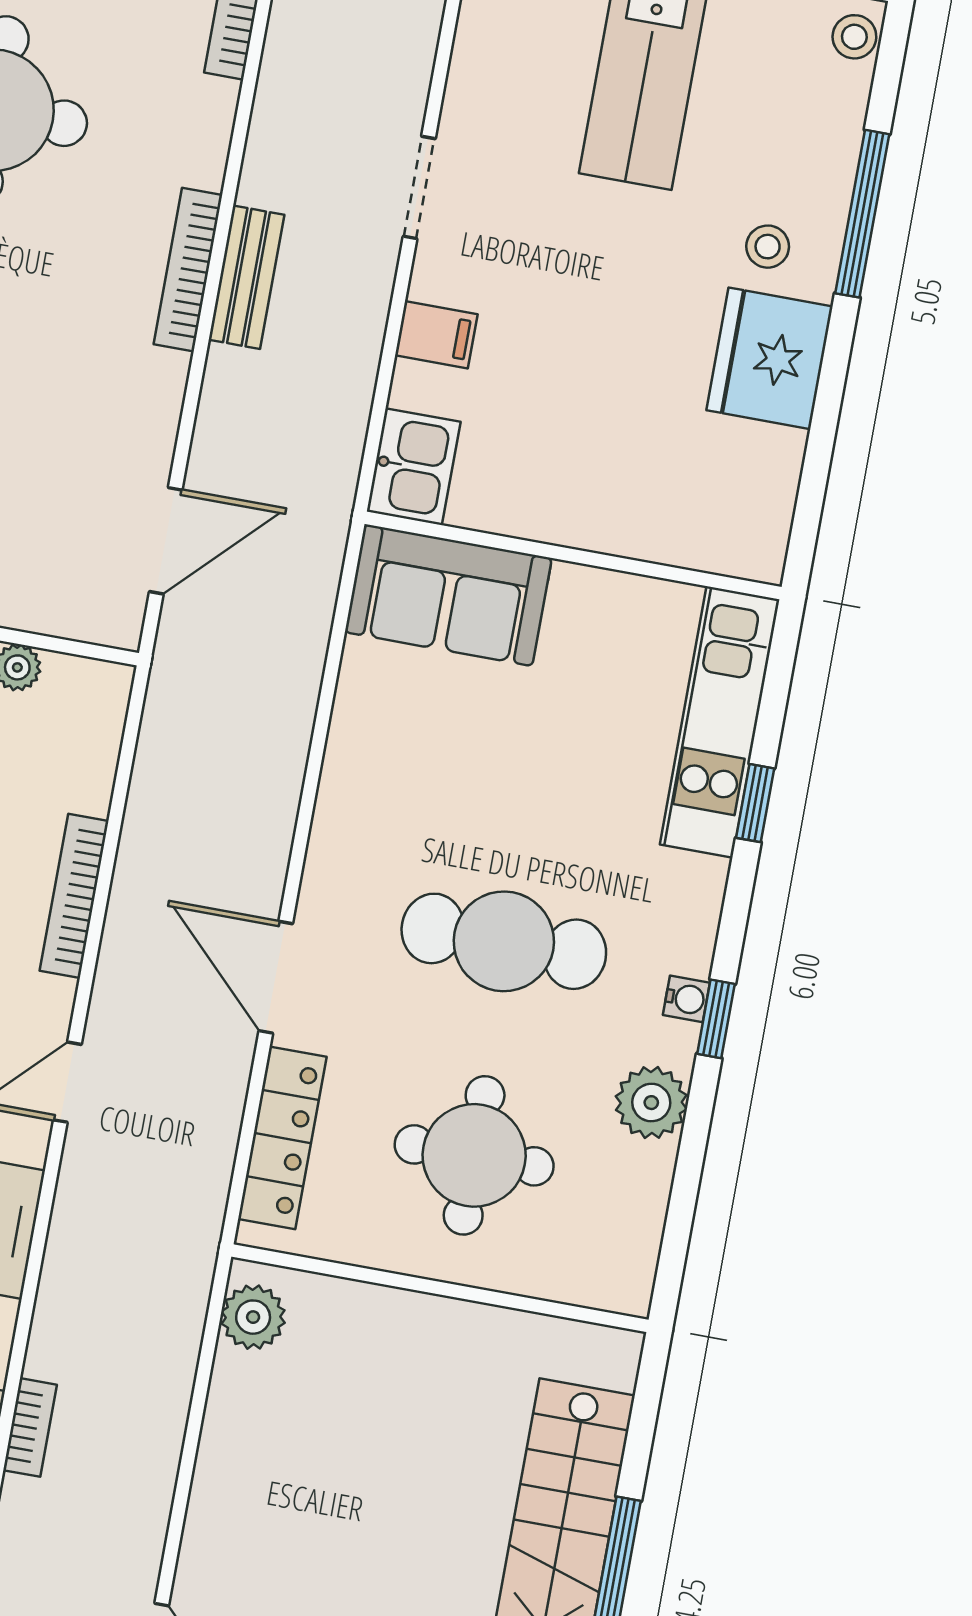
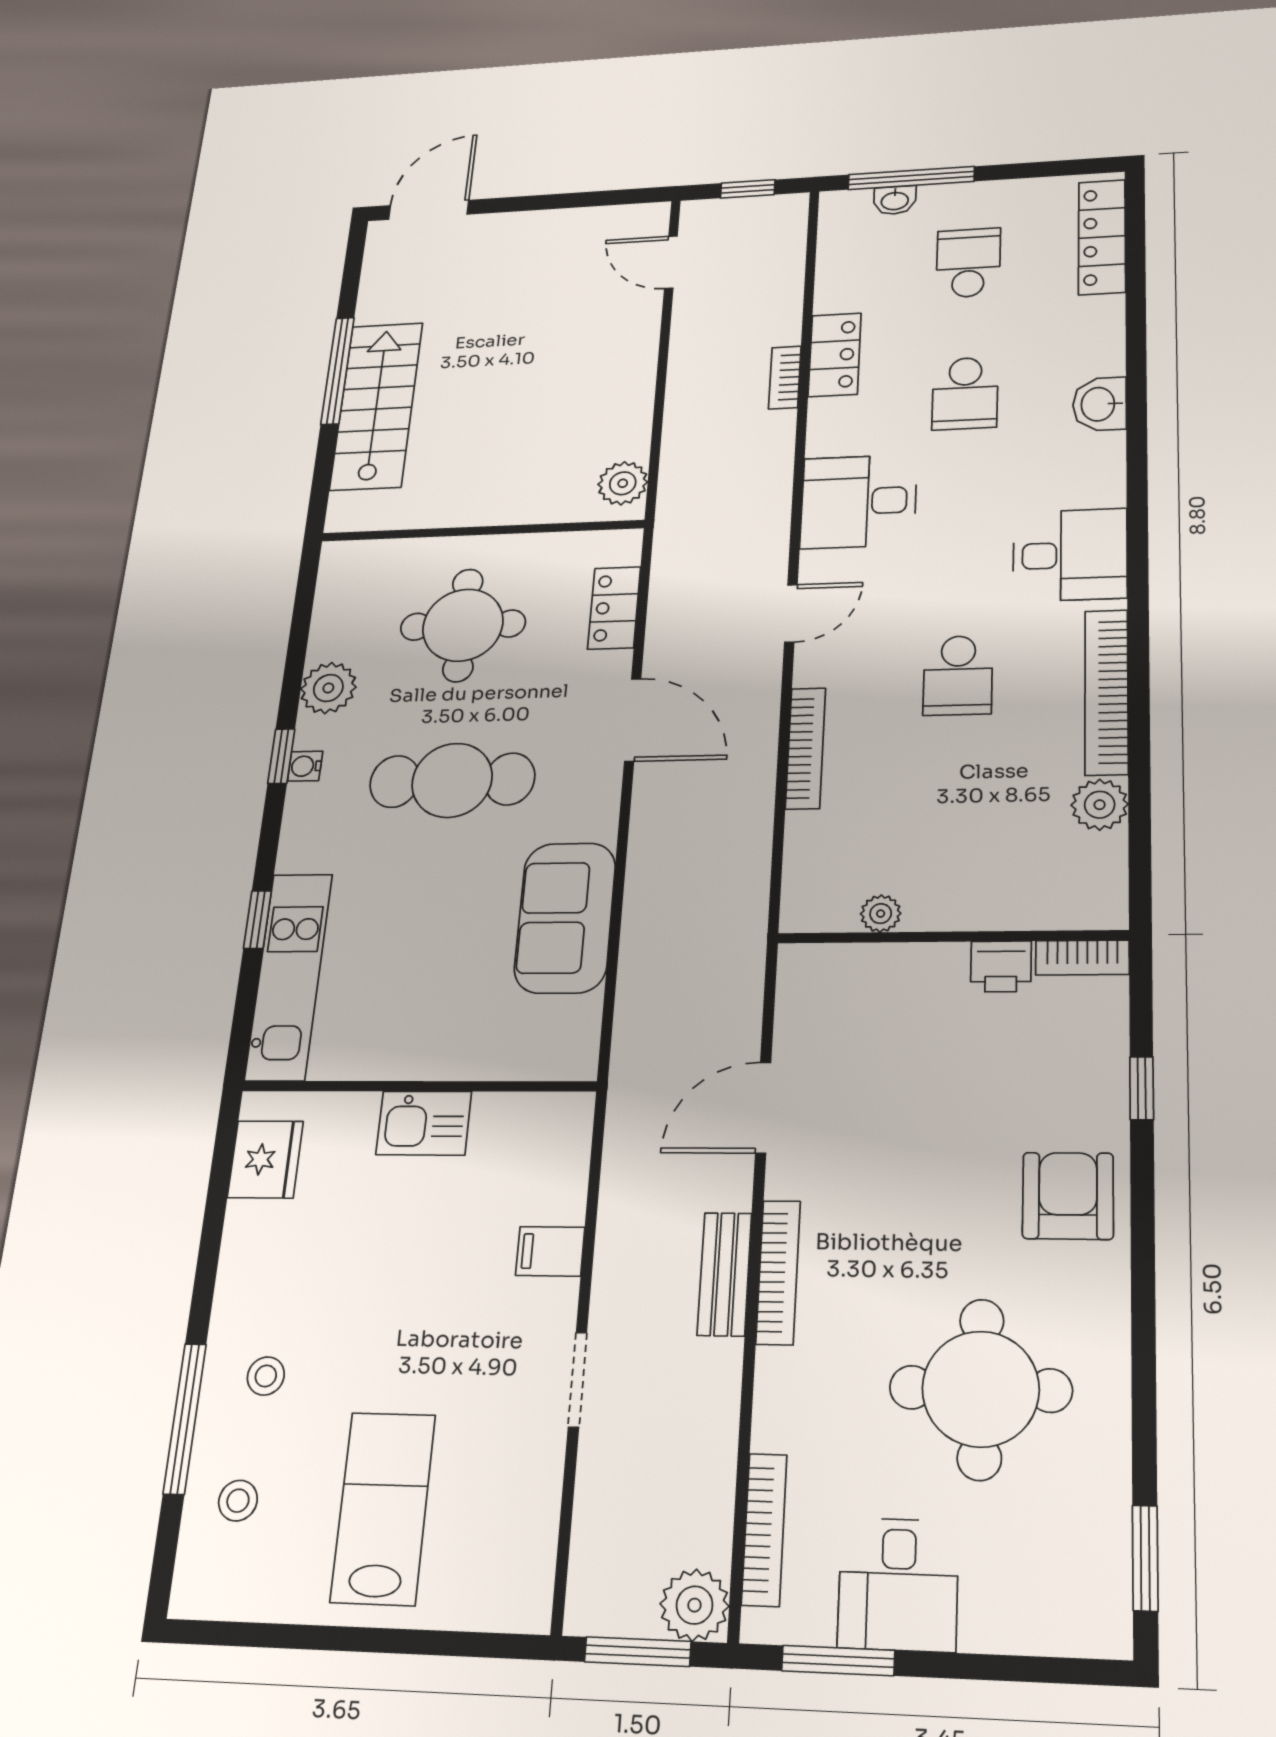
stool: (854, 37) -> (238, 1501), moved
fridge: (770, 358) -> (265, 1159), moved, width x0.73, depth x0.75
kitchen sink: (414, 467) -> (424, 1123), moved, turned -90
door: (166, 541) -> (763, 1108), moved
sofa: (448, 595) -> (565, 918), moved, turned -90
locker: (282, 1138) -> (614, 608), width x0.66

